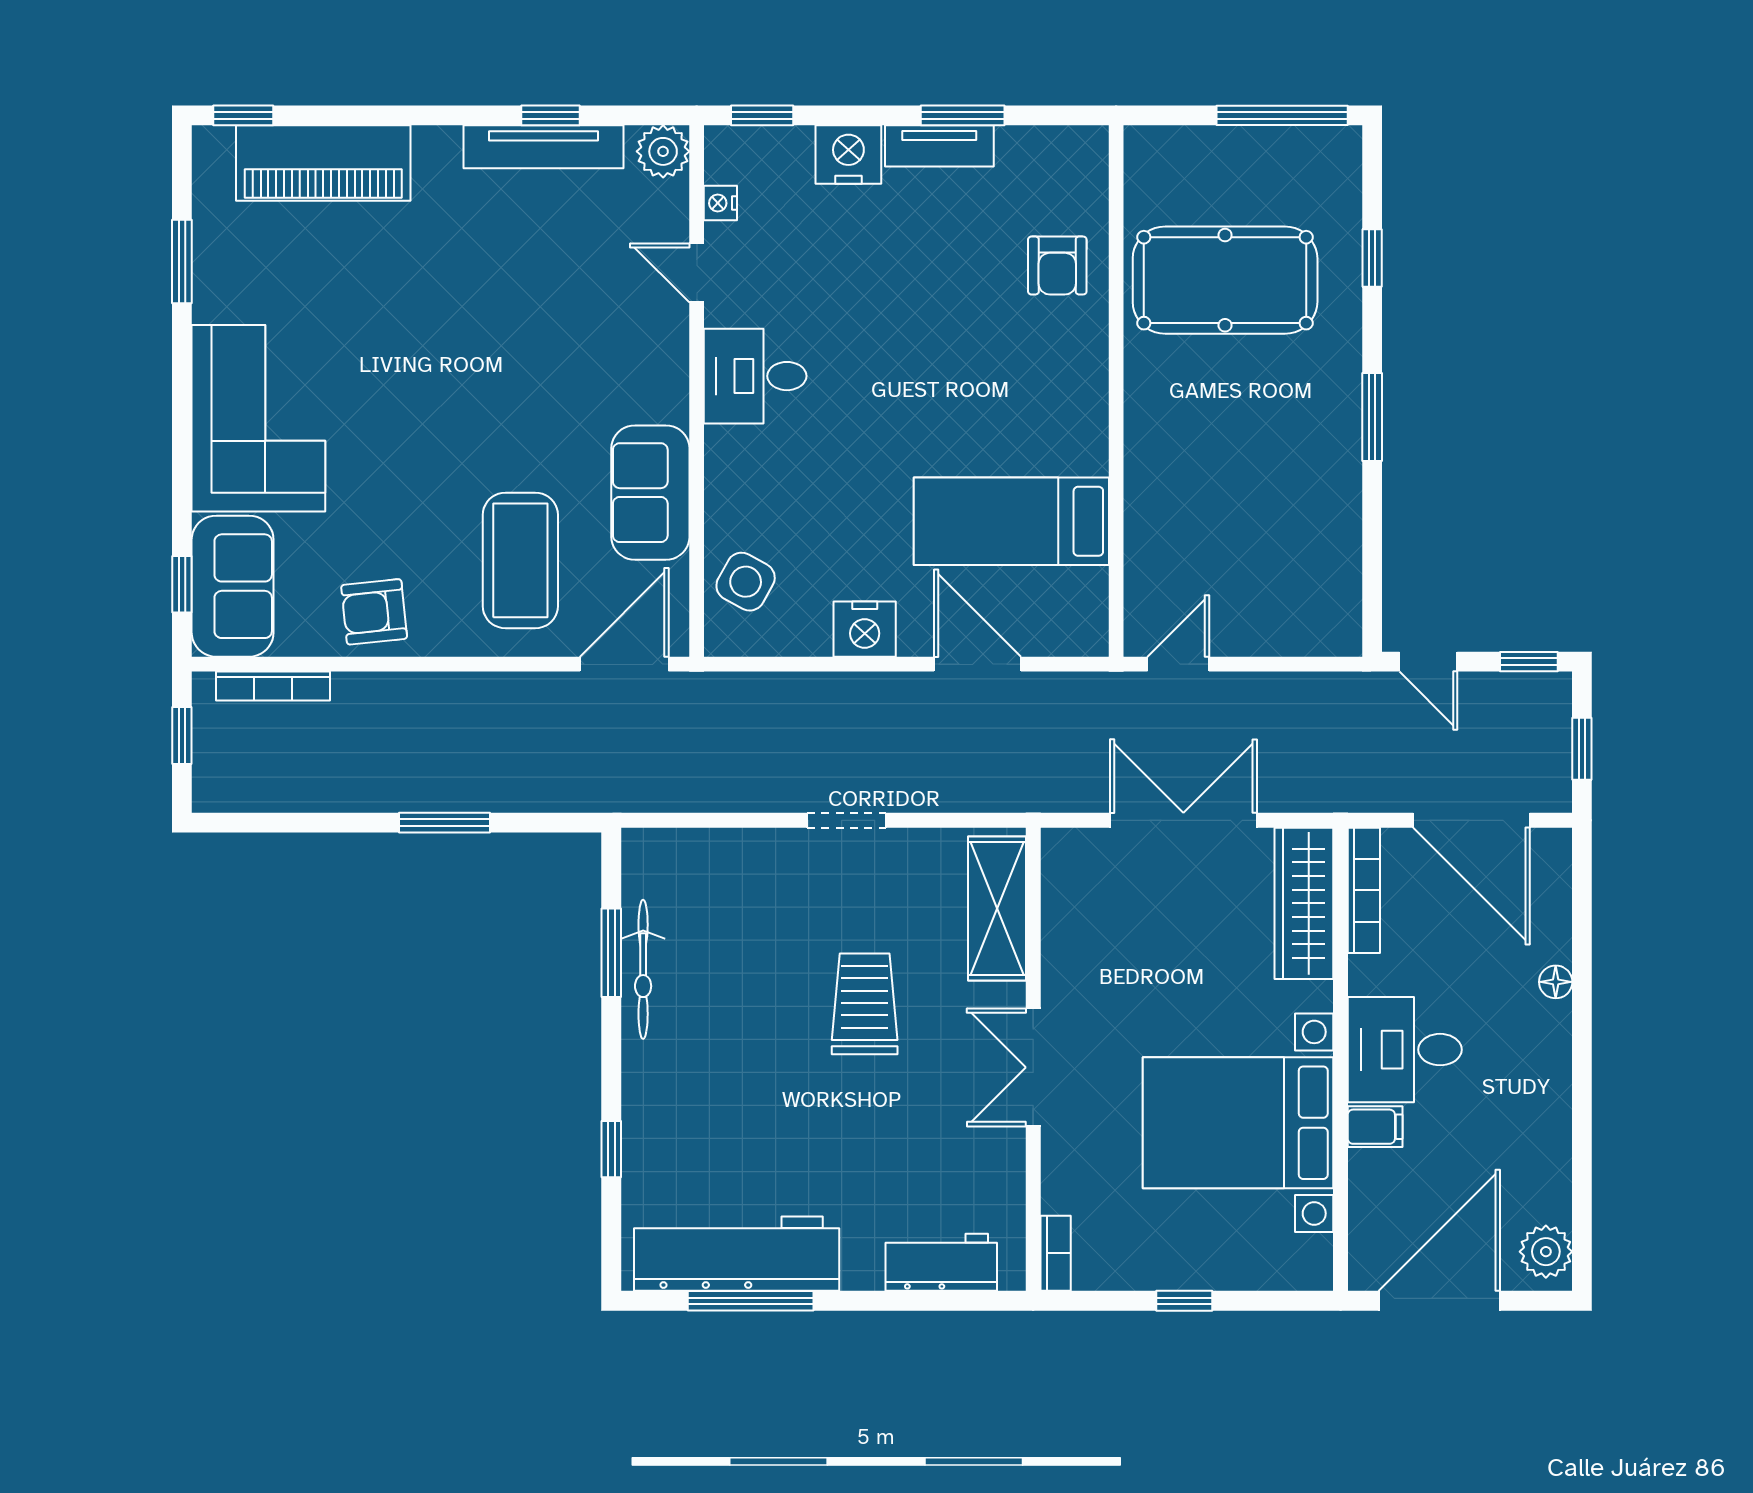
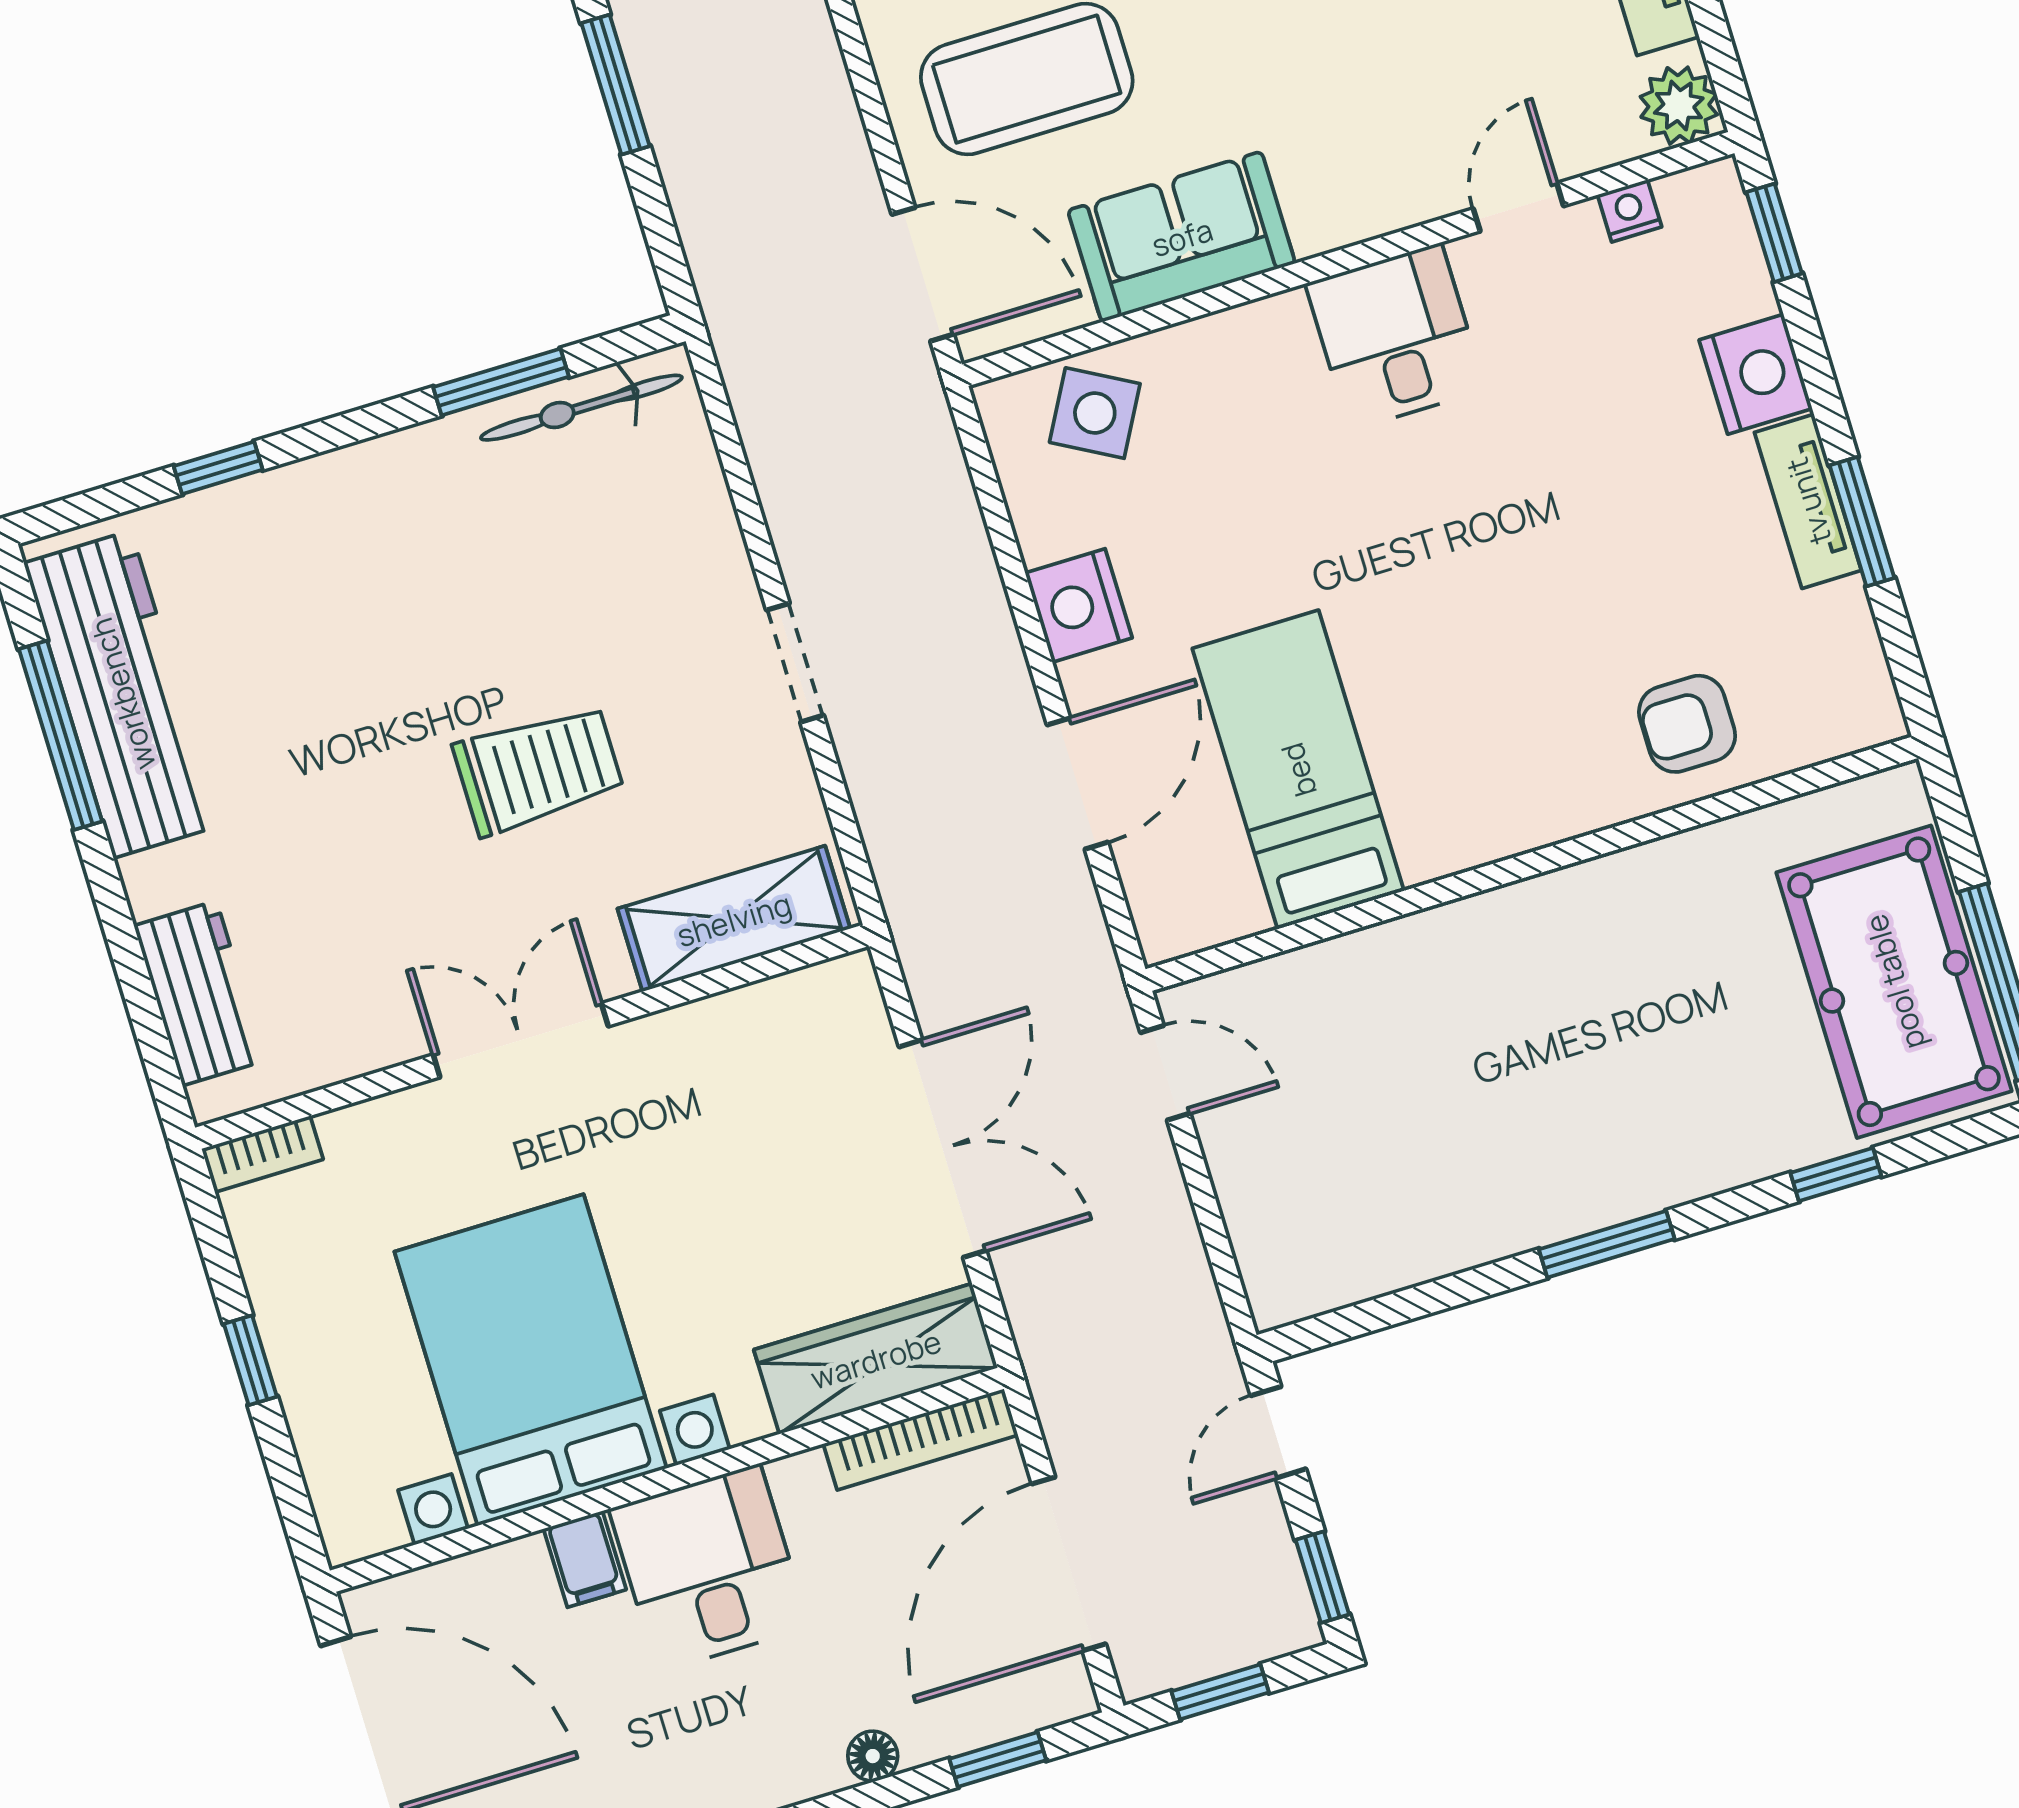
pool table: (1225, 280) -> (1894, 982), moved
window: (1582, 903) -> (998, 1759), added
bicycle: (643, 969) -> (581, 408), moved

